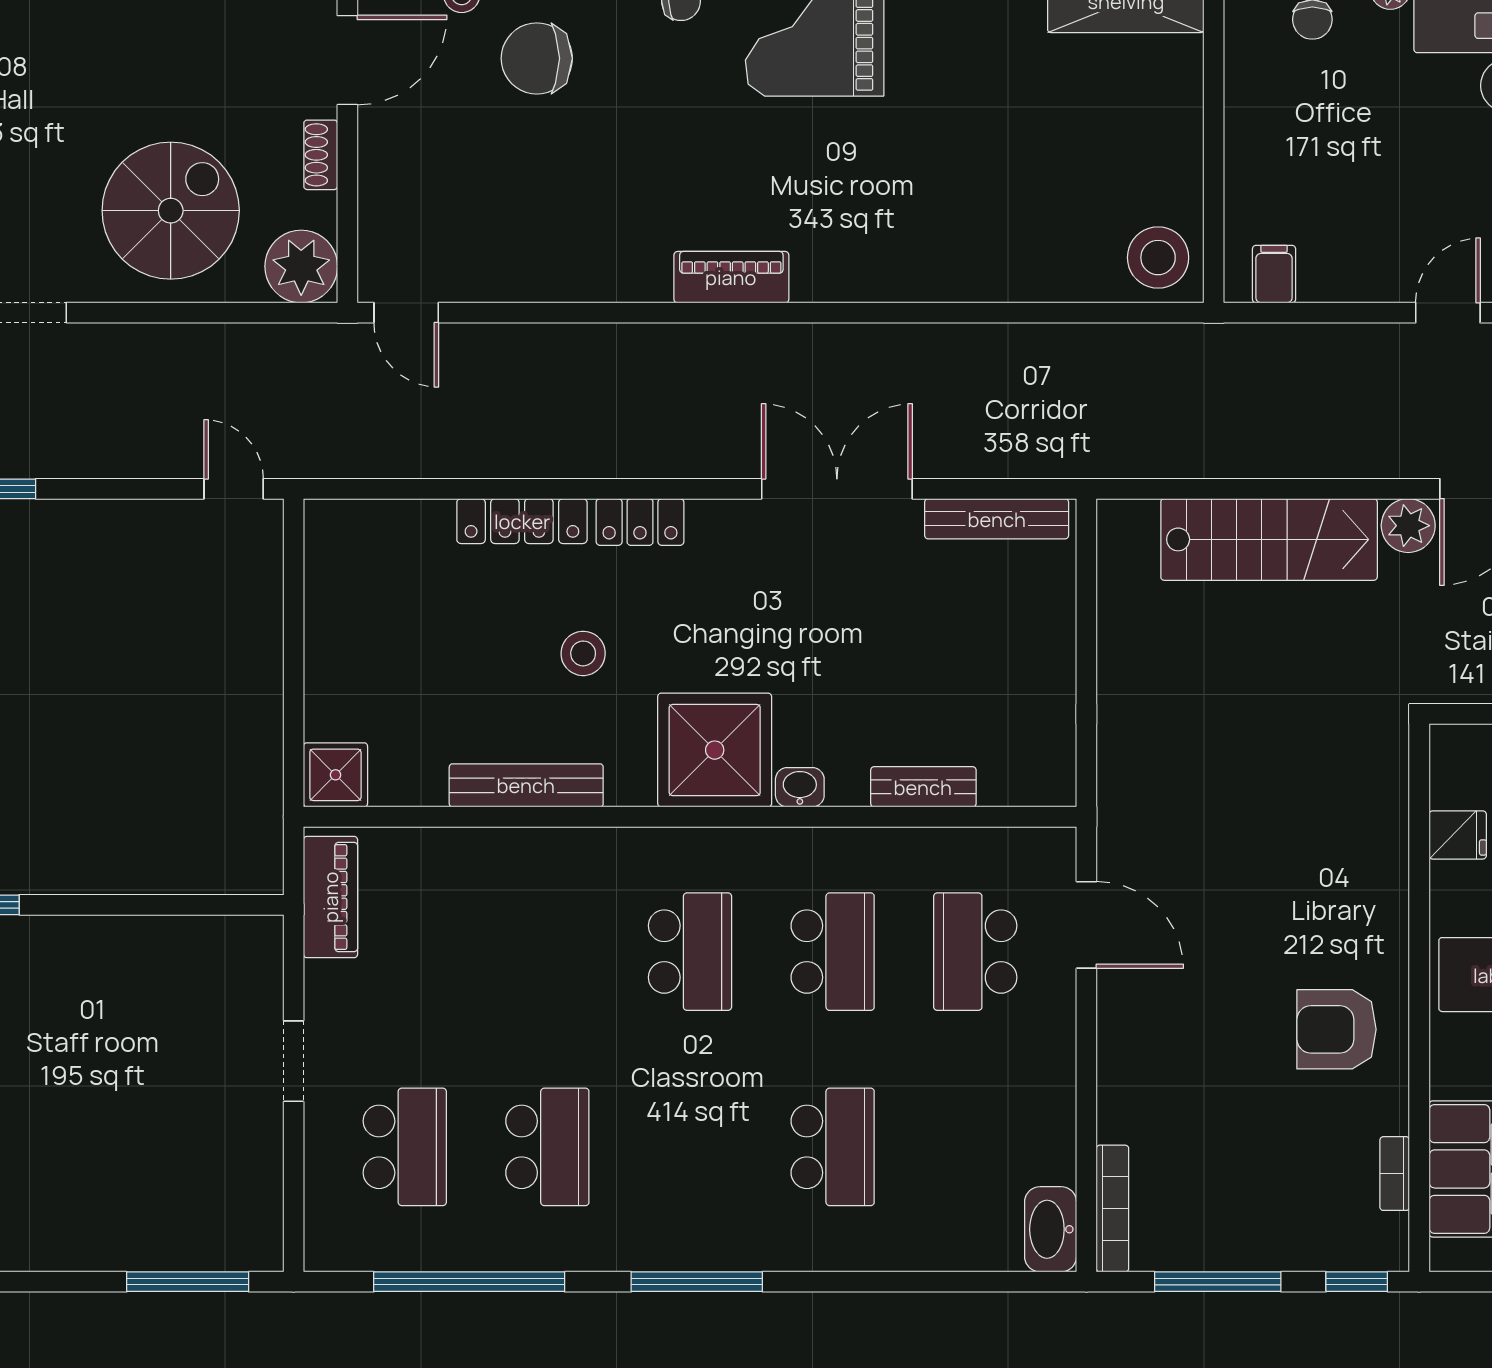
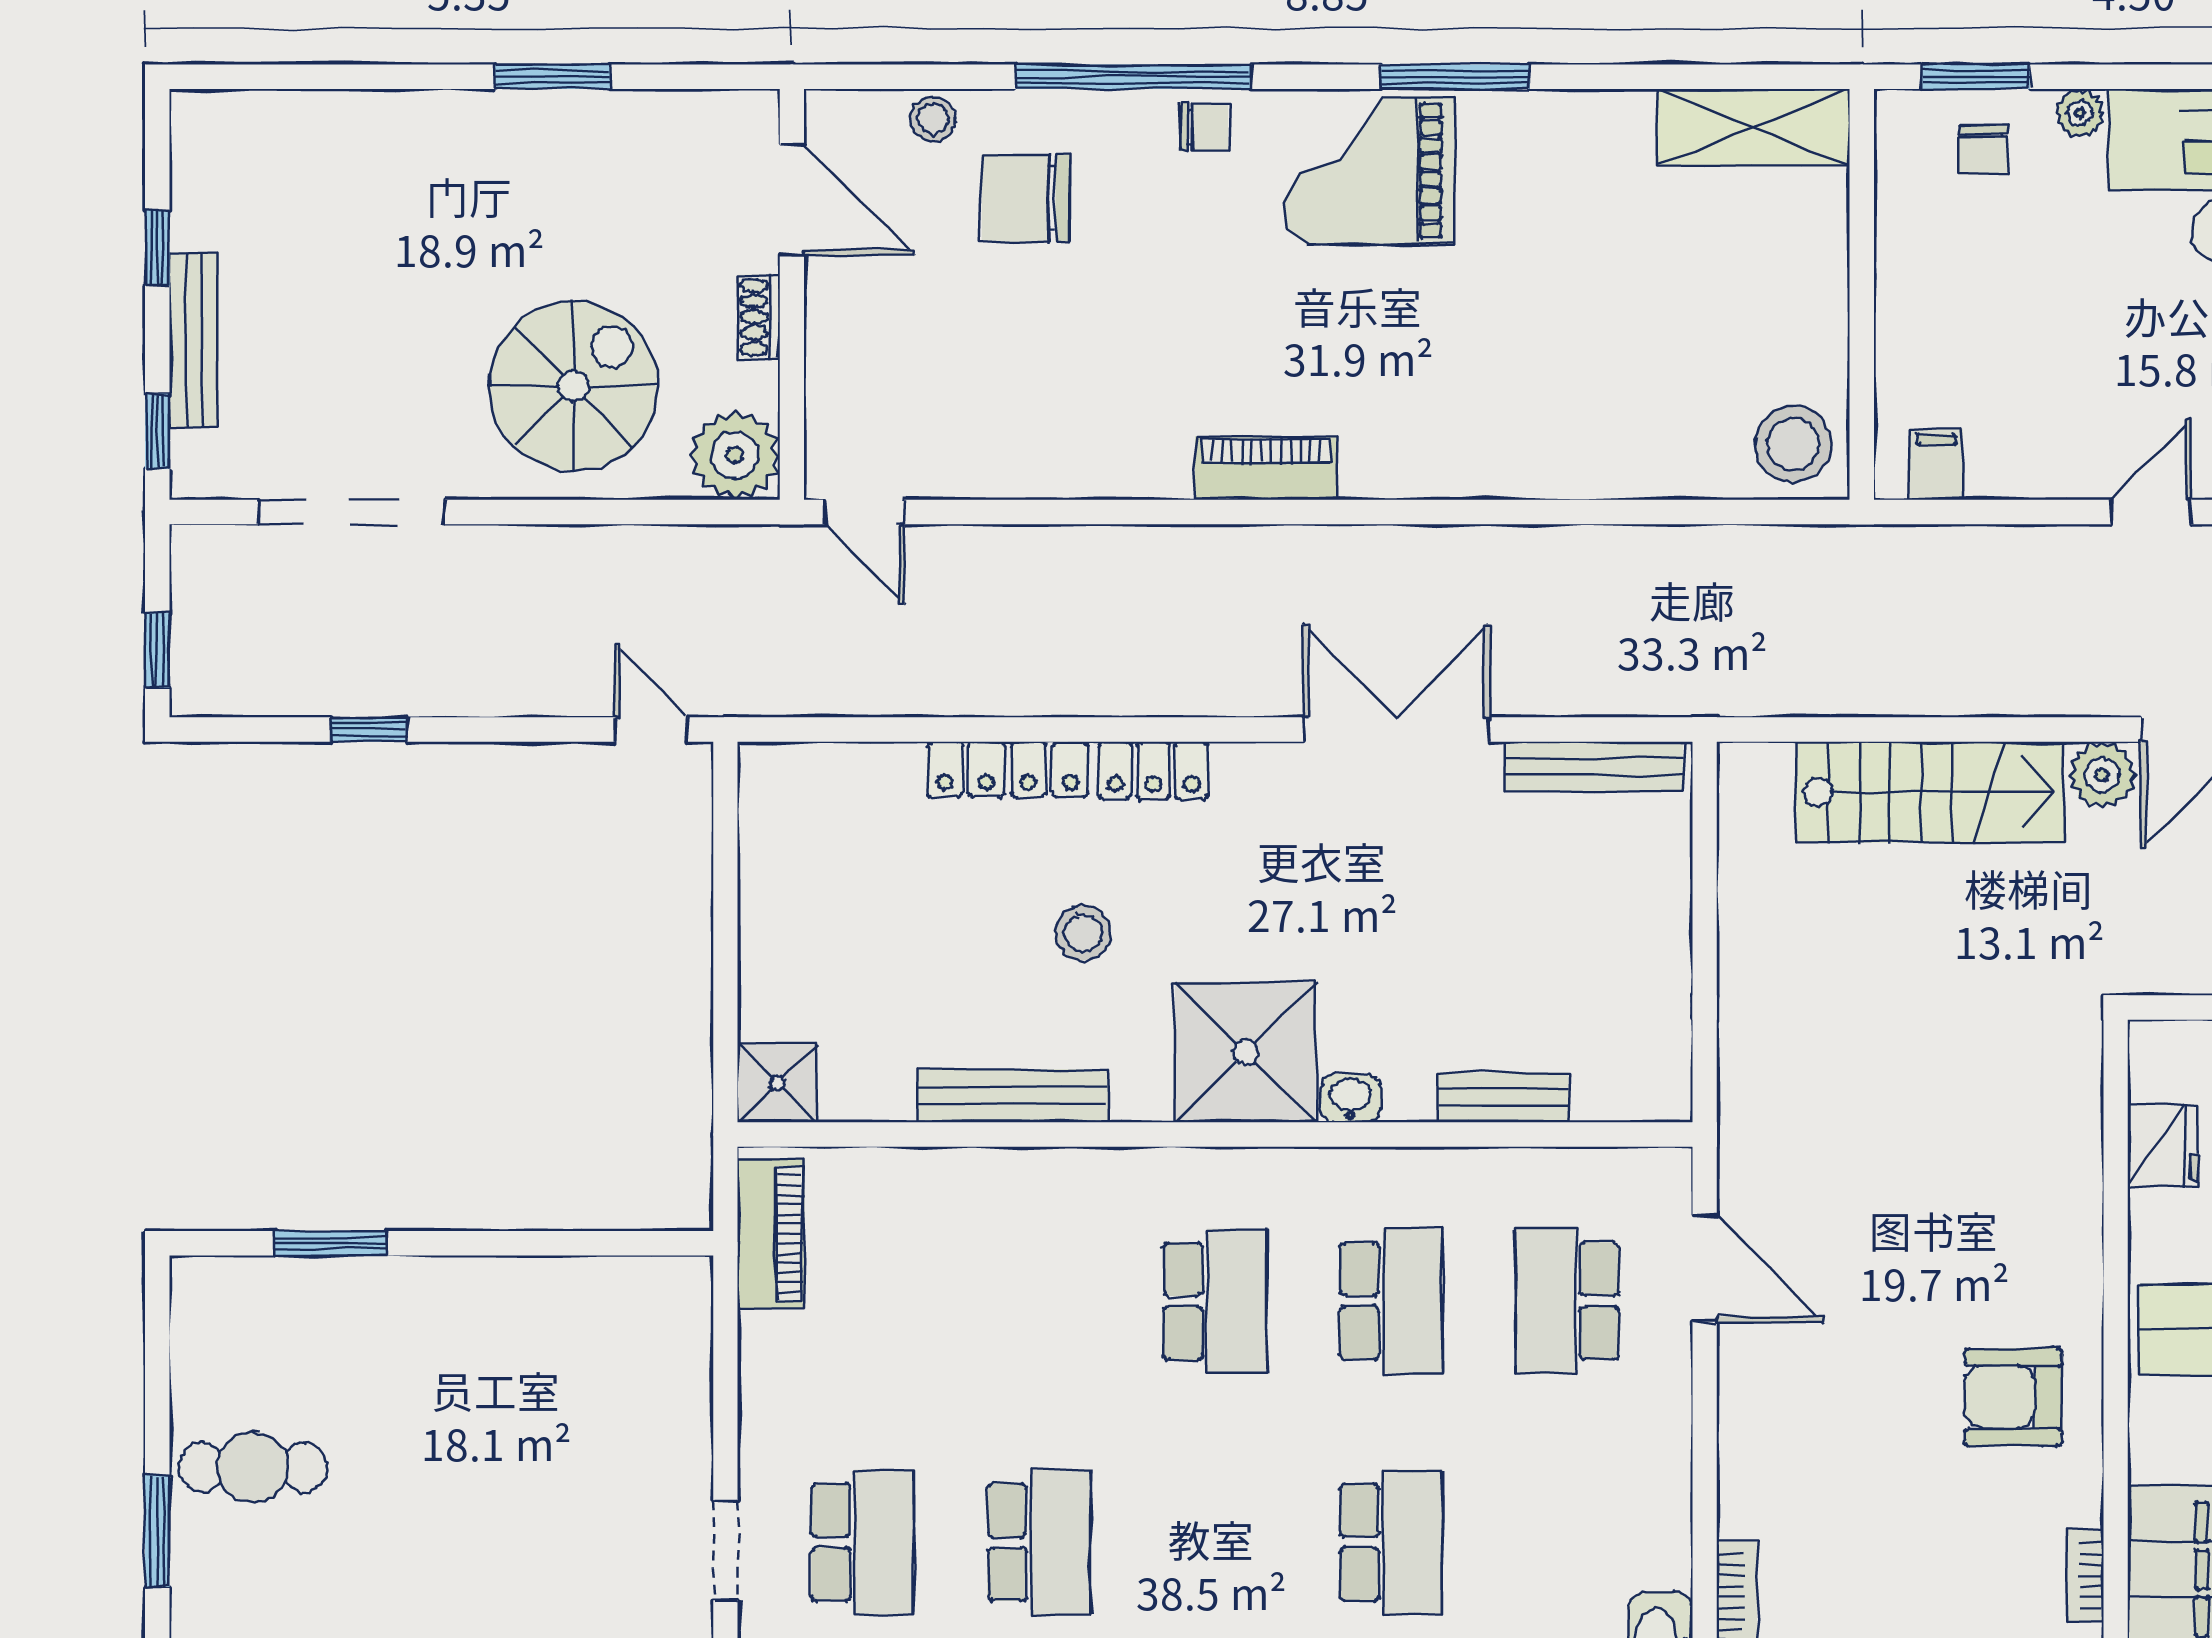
door: (347, 60) -> (792, 200), hinge flipped
fridge: (1458, 835) -> (2163, 1146), width x1.38
doorway: (294, 1061) -> (725, 1550), moved

